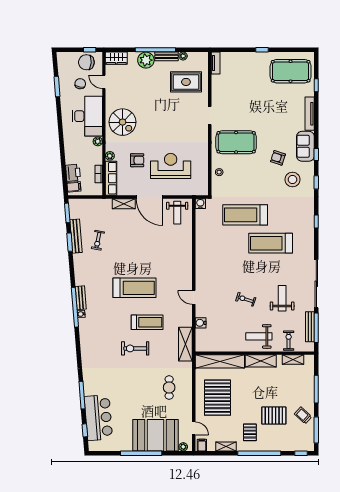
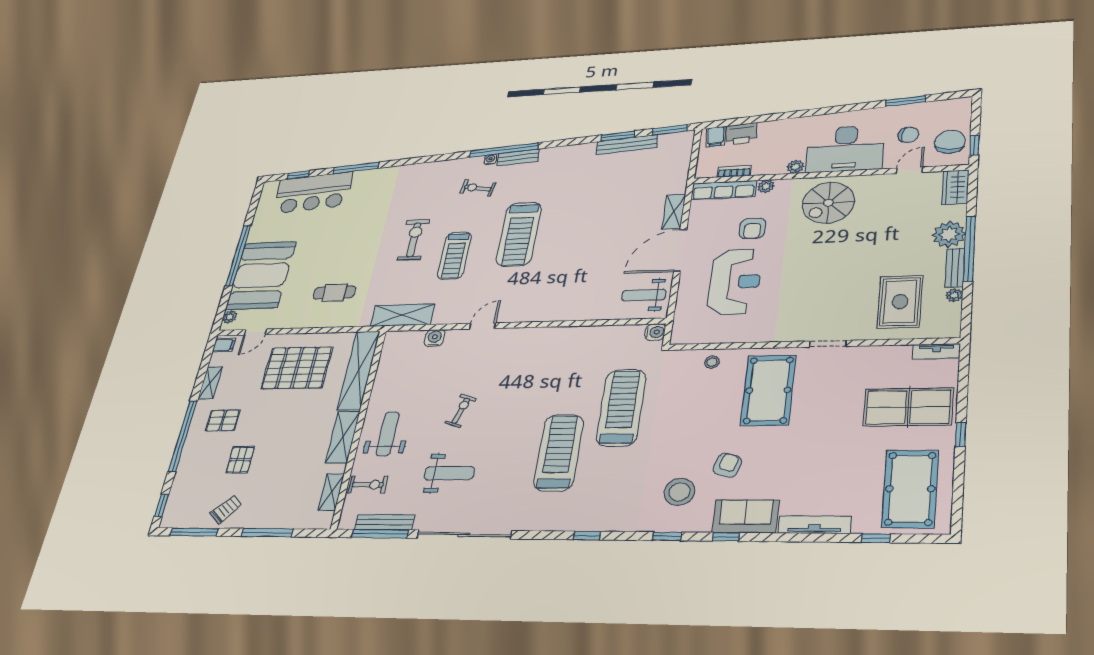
table tennis table: (247, 75) -> (908, 407), added
exercise bike: (98, 240) -> (478, 188), moved
pallet: (274, 415) -> (240, 460), width x0.67, depth x0.71

